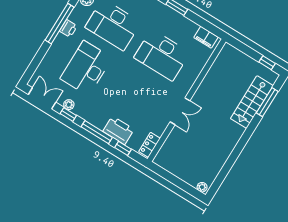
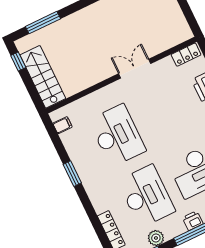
filing cabinet: (206, 37) -> (62, 125), width x0.50
stairs: (252, 102) -> (43, 77), moved, turned -90

